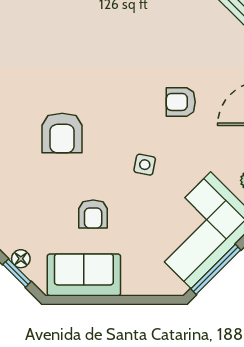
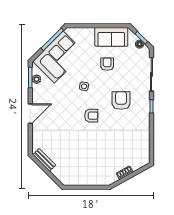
armchair: (181, 102) -> (91, 116), moved

